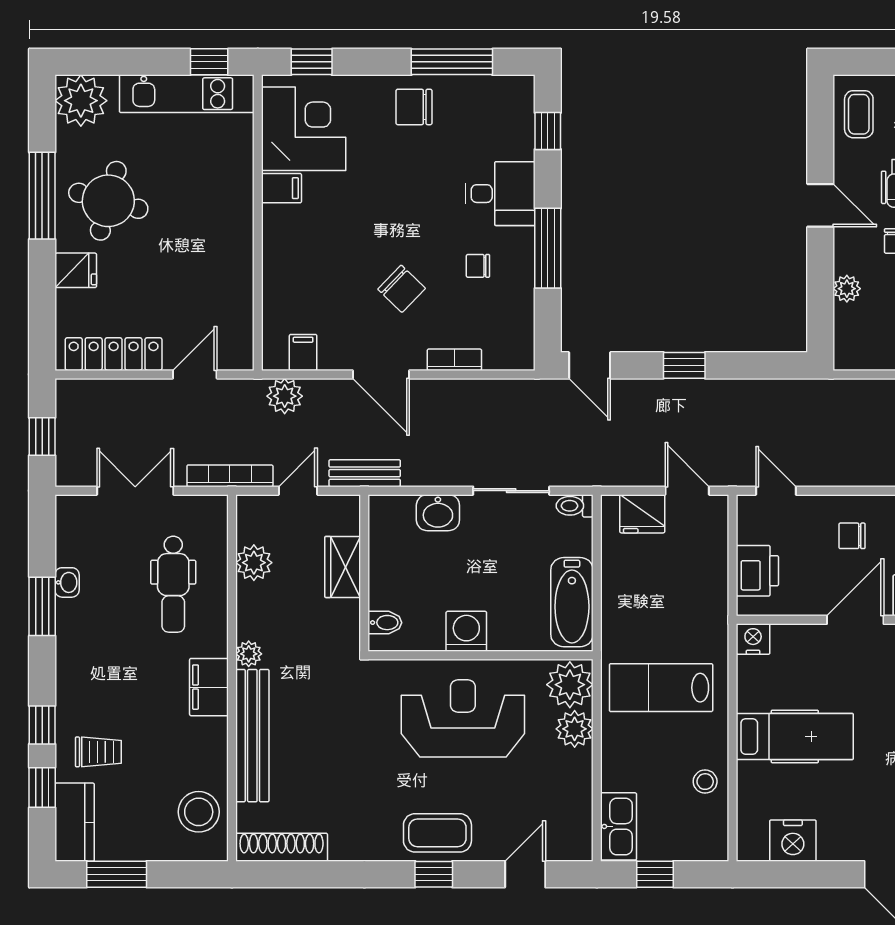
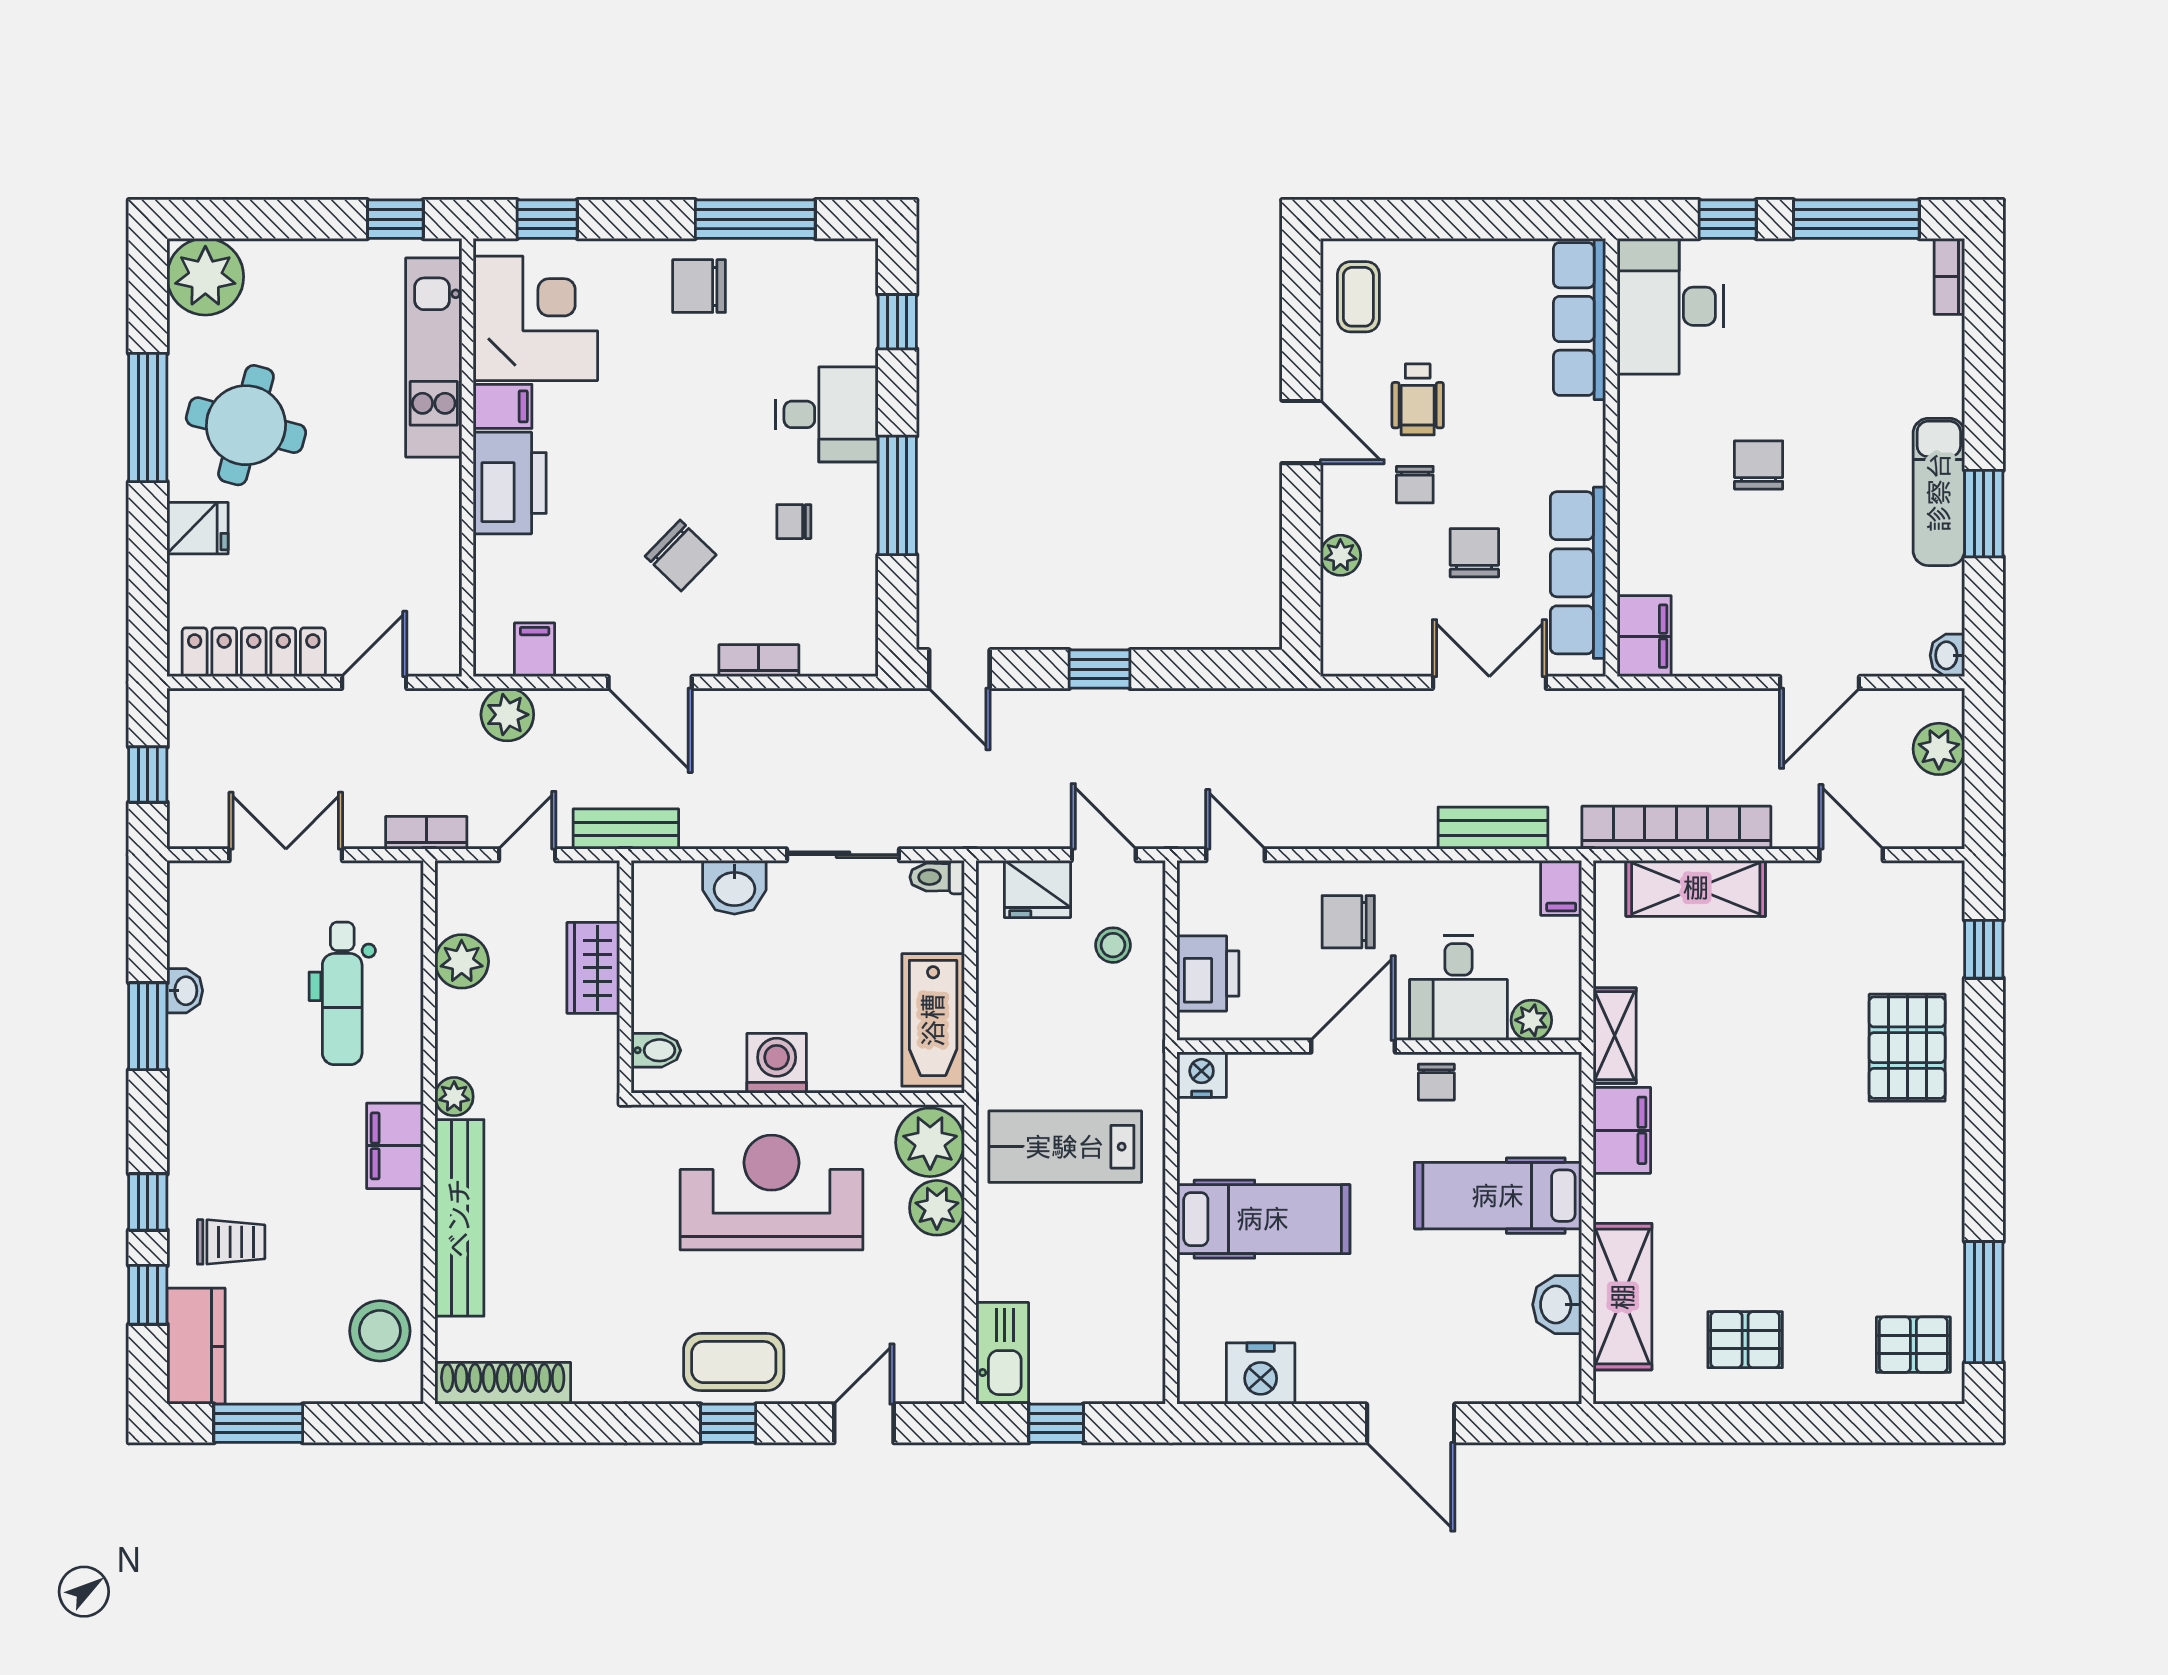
kitchen unit: (187, 94) -> (434, 358), moved, turned 90
printer: (286, 240) -> (510, 483), added
bookcase: (230, 476) -> (426, 833), width x0.64
chair: (852, 536) -> (1348, 922), width x1.37, depth x1.37
stool: (705, 782) -> (1113, 945), moved

